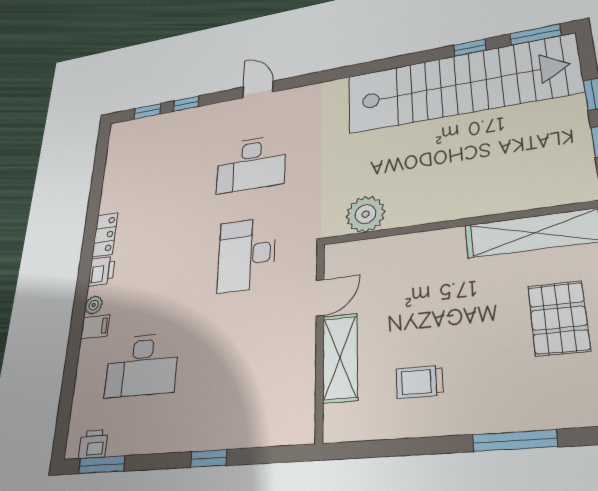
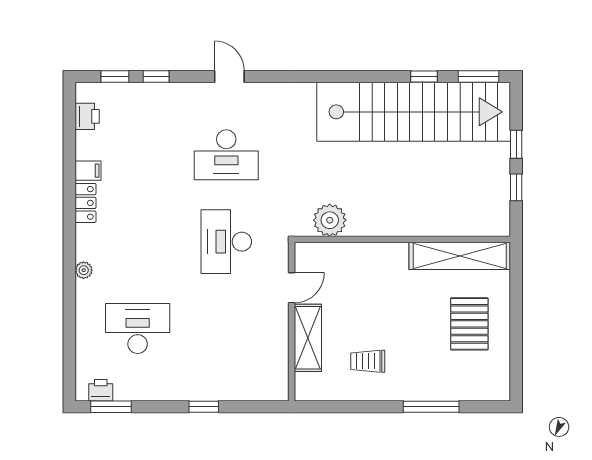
printer: (102, 271) -> (87, 116), moved
filing cabinet: (95, 327) -> (88, 171), moved
desk: (142, 365) -> (138, 328), turned 180

